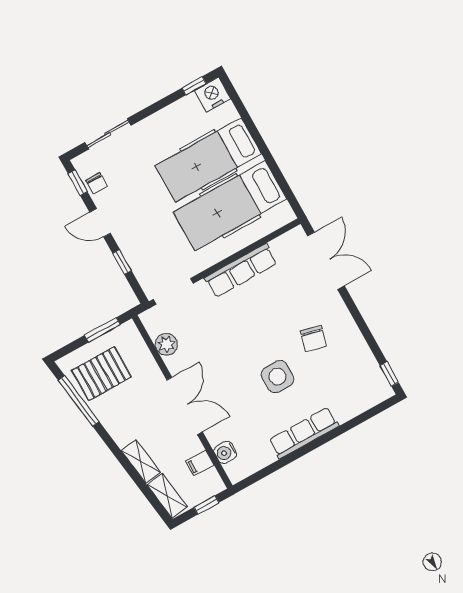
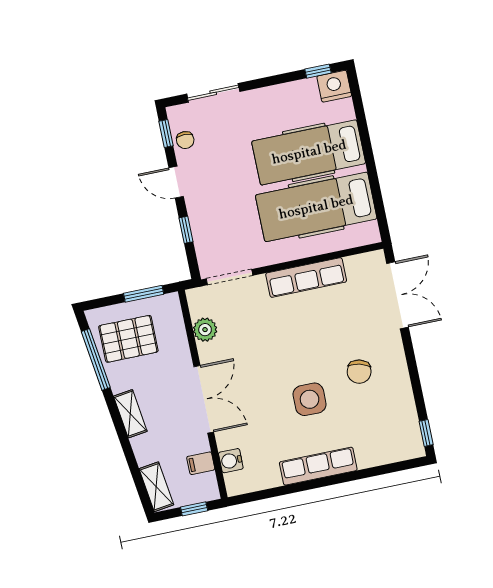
shelving: (141, 461) -> (130, 414), moved

